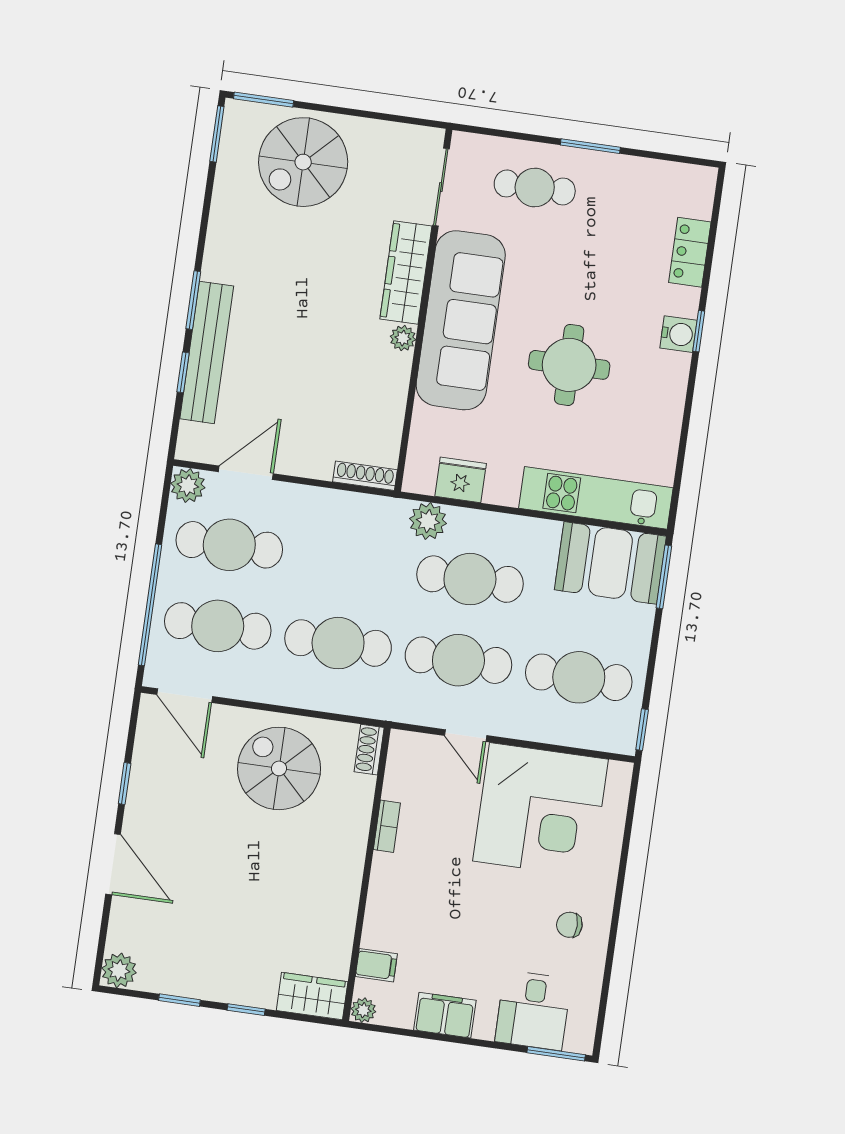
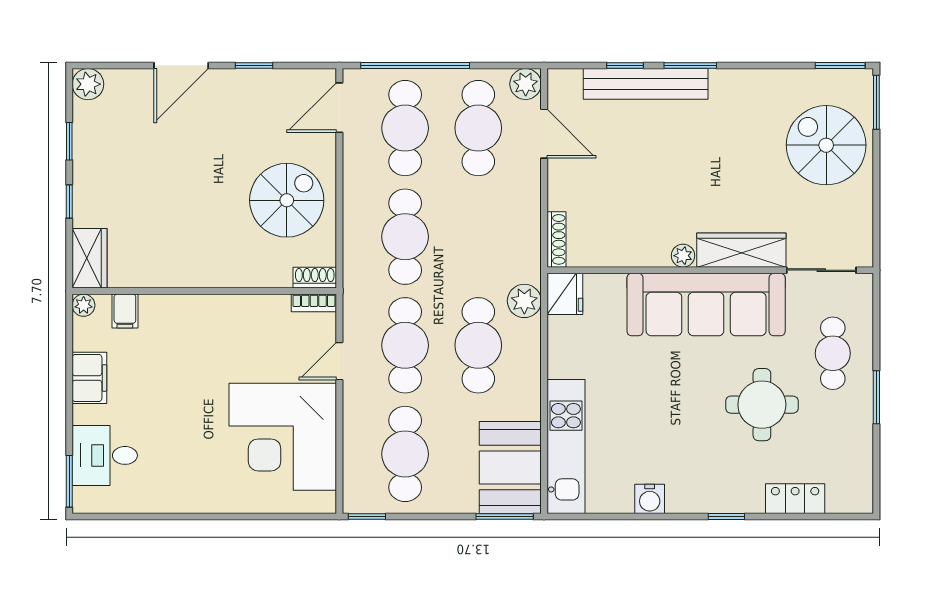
water cooler: (678, 334) -> (650, 499), moved
round table: (569, 365) -> (762, 405), moved
fridge: (461, 480) -> (565, 294), moved
bookcase: (387, 826) -> (314, 303), moved
chair: (569, 925) -> (185, 477), removed

